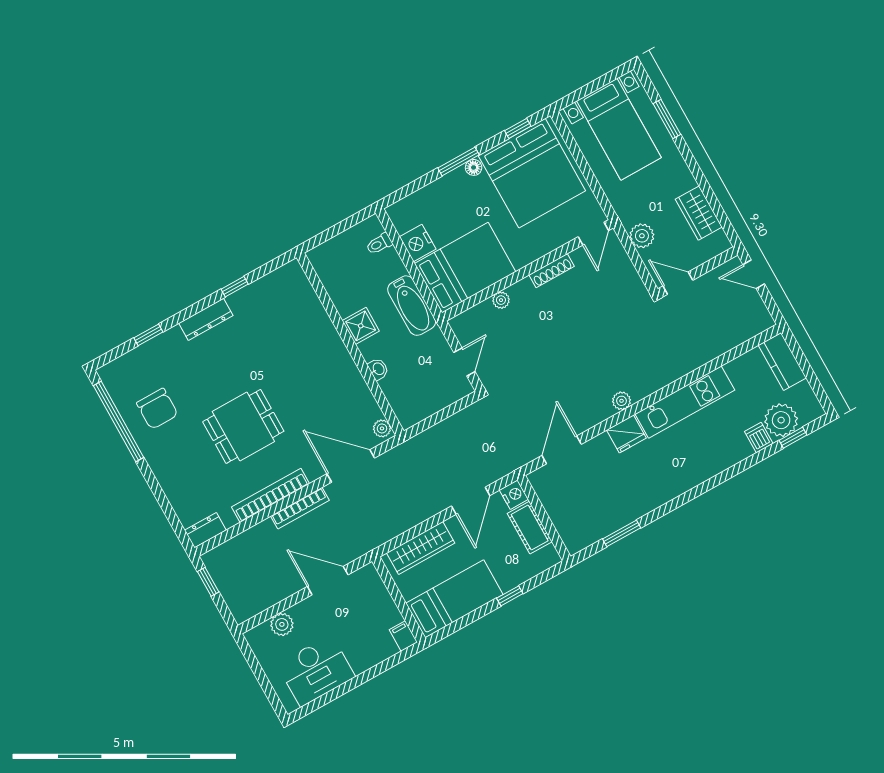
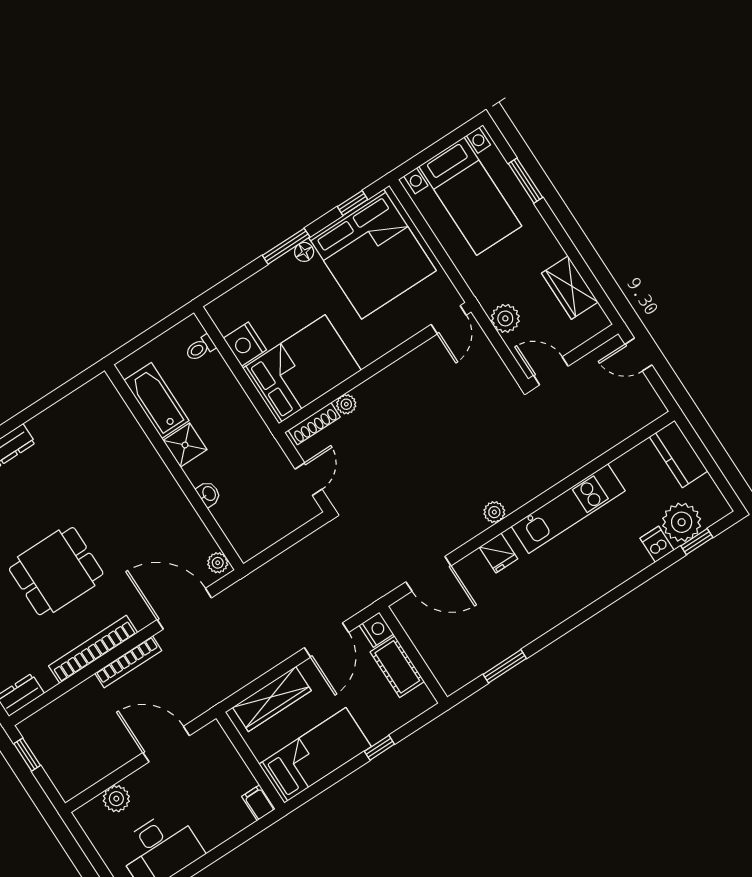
shoe rack: (552, 271) -> (314, 424), moved
window: (235, 287) -> (35, 409), removed
bathtub: (412, 306) -> (156, 400), moved, turned 180
fridge: (626, 434) -> (498, 553), width x0.72
door: (562, 450) -> (428, 574), swing flipped

